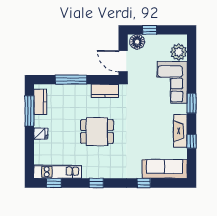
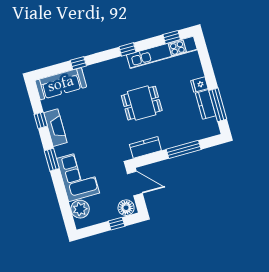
kitchen counter: (40, 102) -> (206, 104), moved
kitchen unit: (58, 172) -> (162, 52), width x1.36

